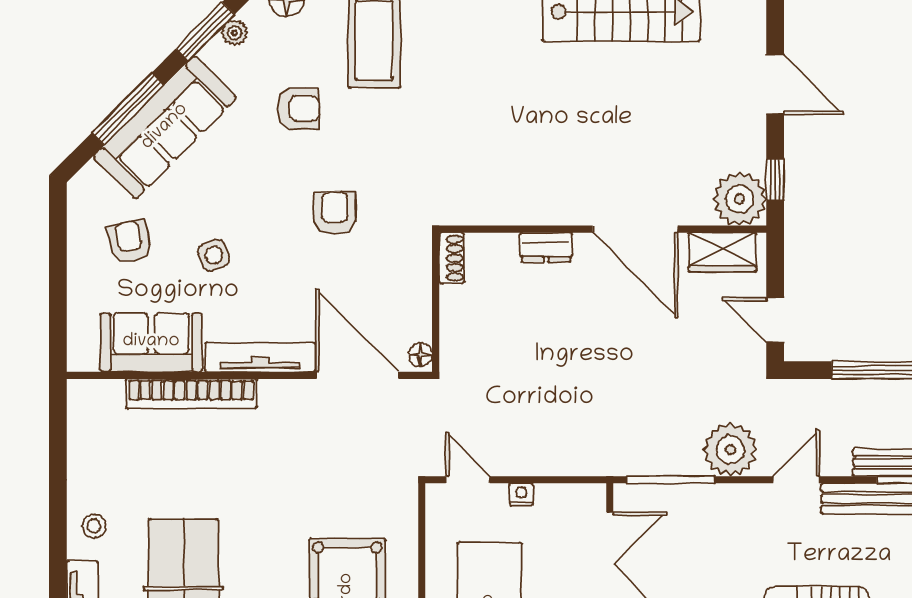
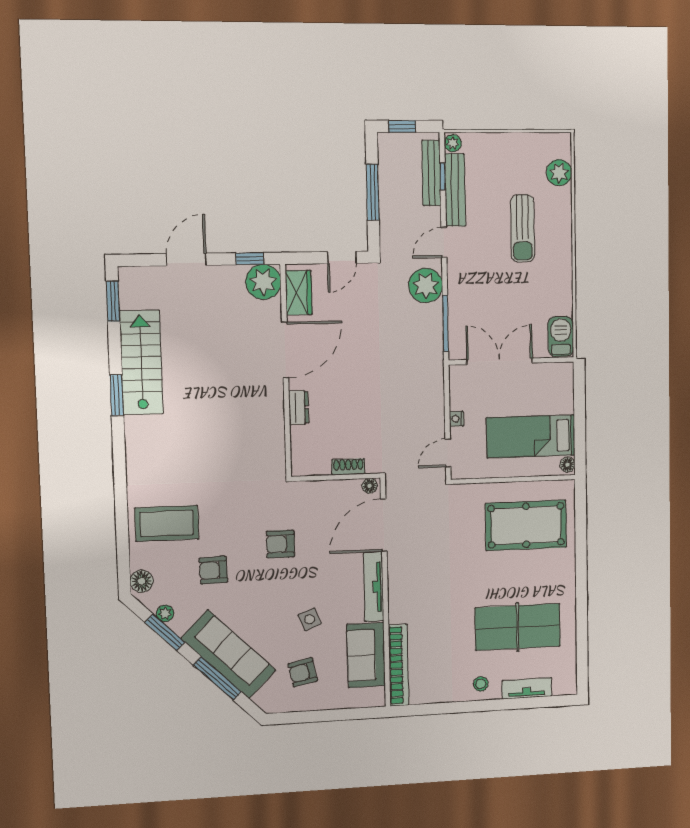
armchair: (298, 109) -> (213, 570), turned -92
shoe rack: (452, 258) -> (348, 467), moved
bookcase: (191, 394) -> (398, 665), moved
door: (796, 480) -> (444, 242), hinge flipped

